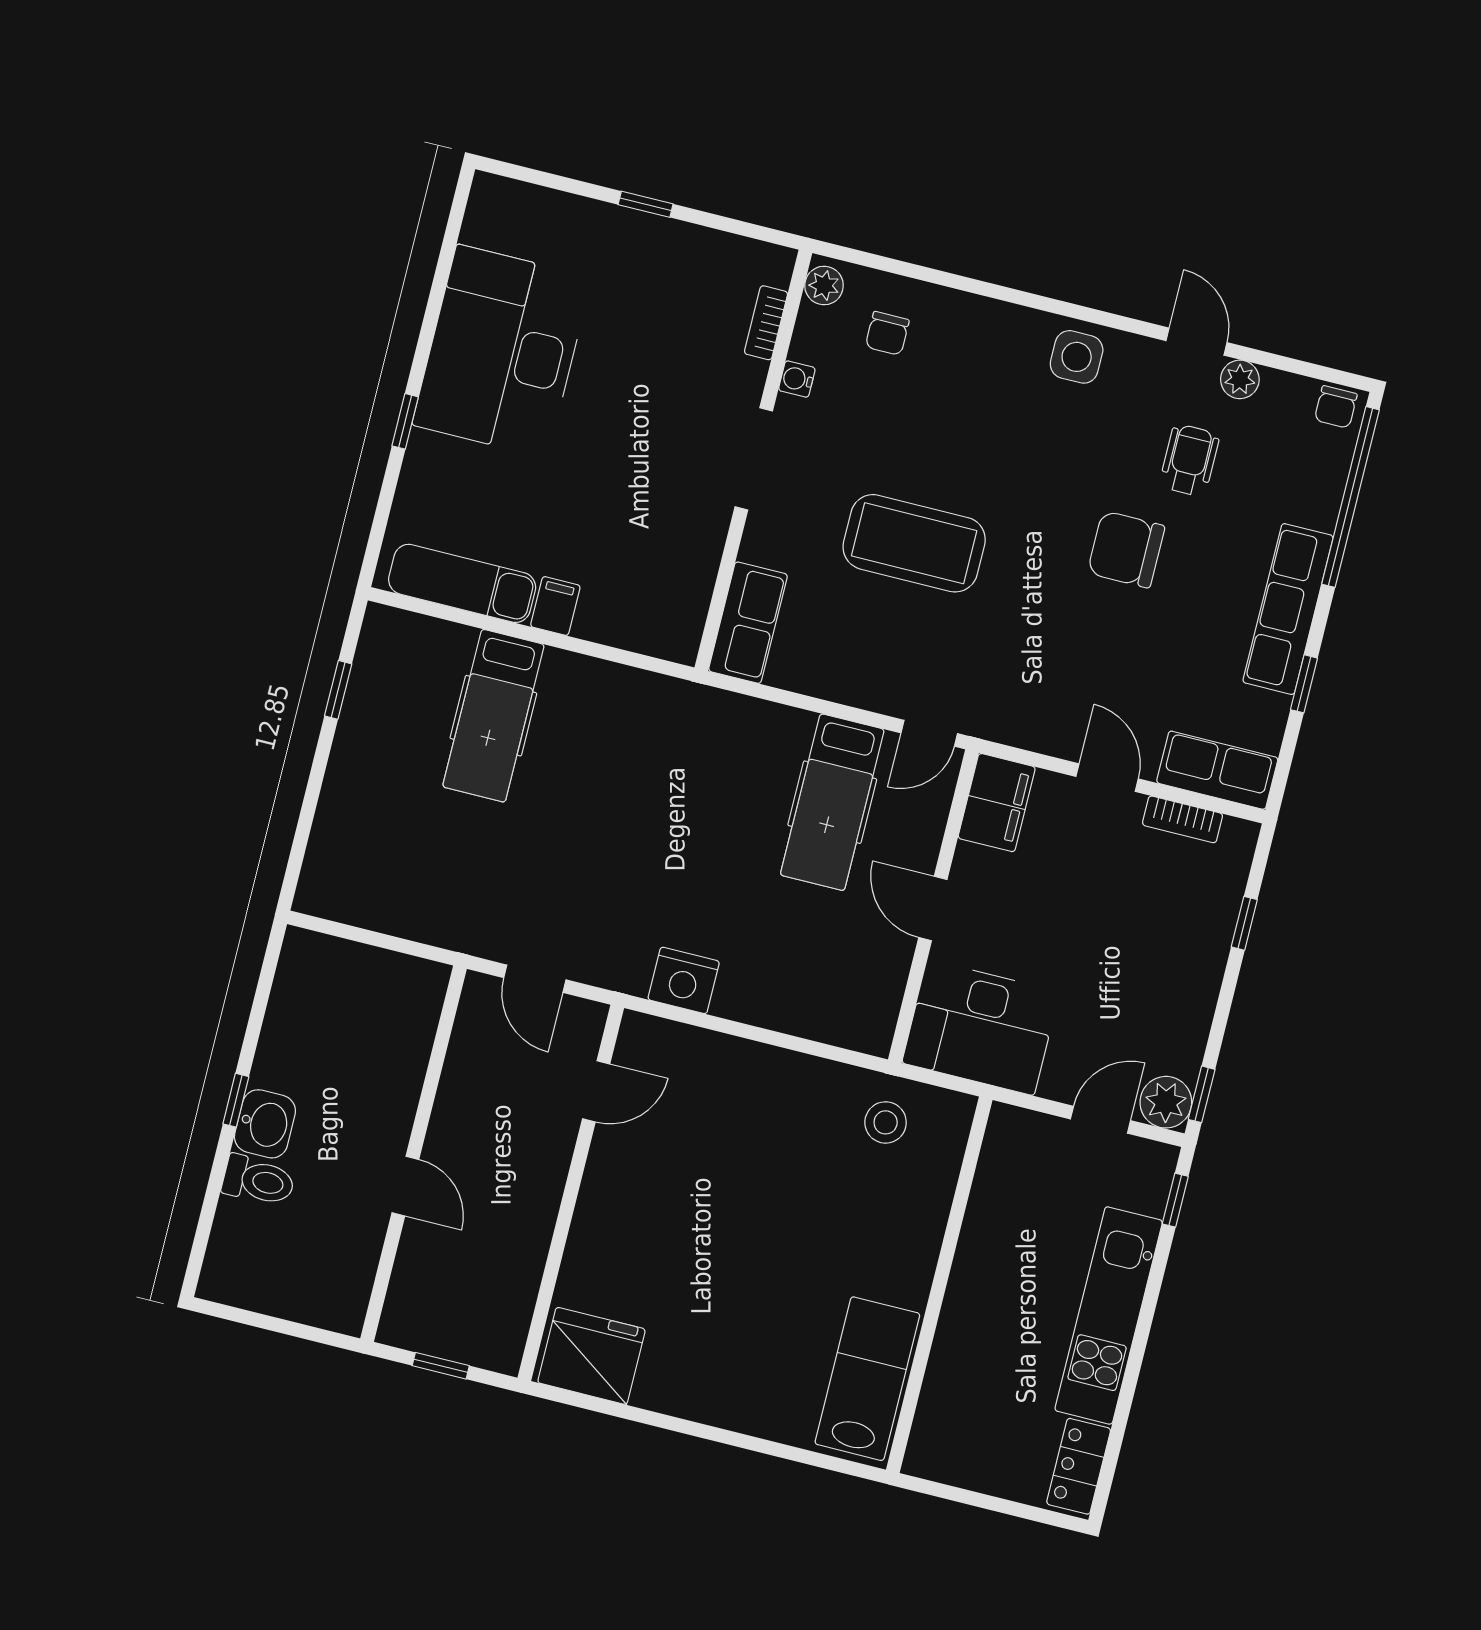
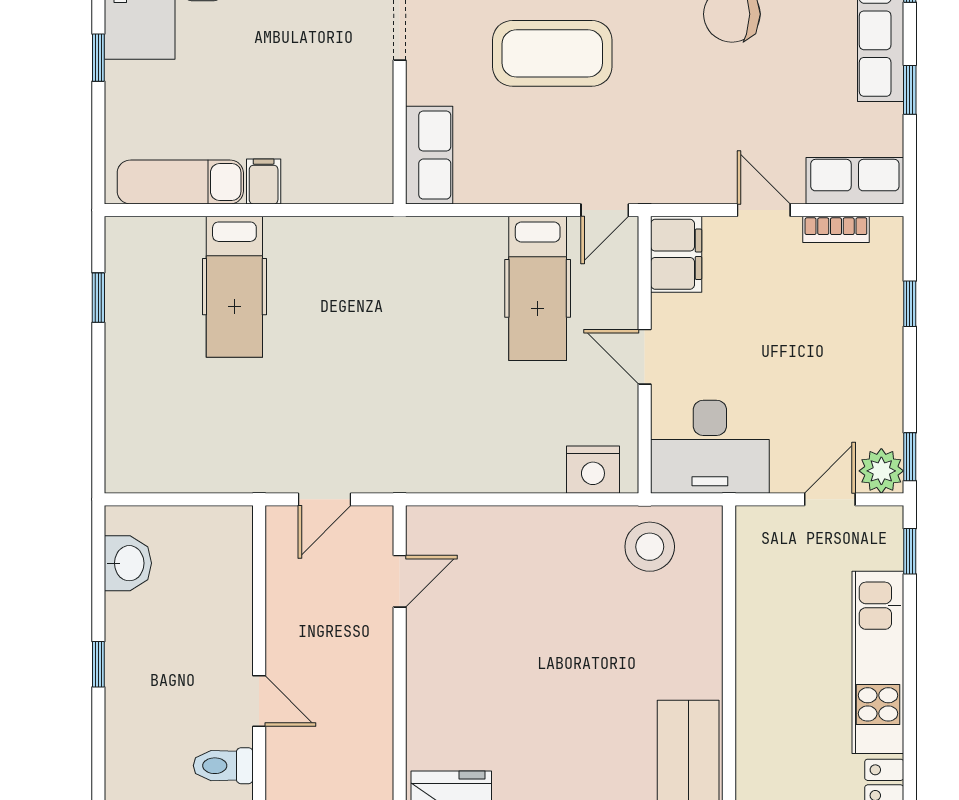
door: (535, 979) -> (324, 499), hinge flipped
nightstand: (684, 980) -> (593, 470), moved
stool: (886, 1122) -> (650, 547), width x1.38, depth x1.38
washbasin: (265, 1124) -> (128, 563), moved
toilet: (258, 1181) -> (223, 766), moved, turned 180

